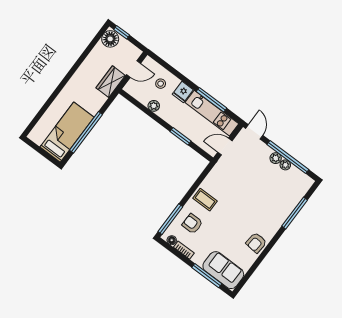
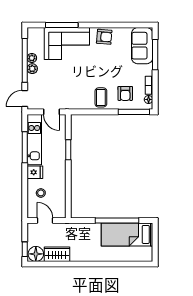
wardrobe: (111, 82) -> (57, 254), moved, turned 180
plant: (154, 106) -> (61, 186), removed
corner sofa: (275, 205) -> (67, 43), added

